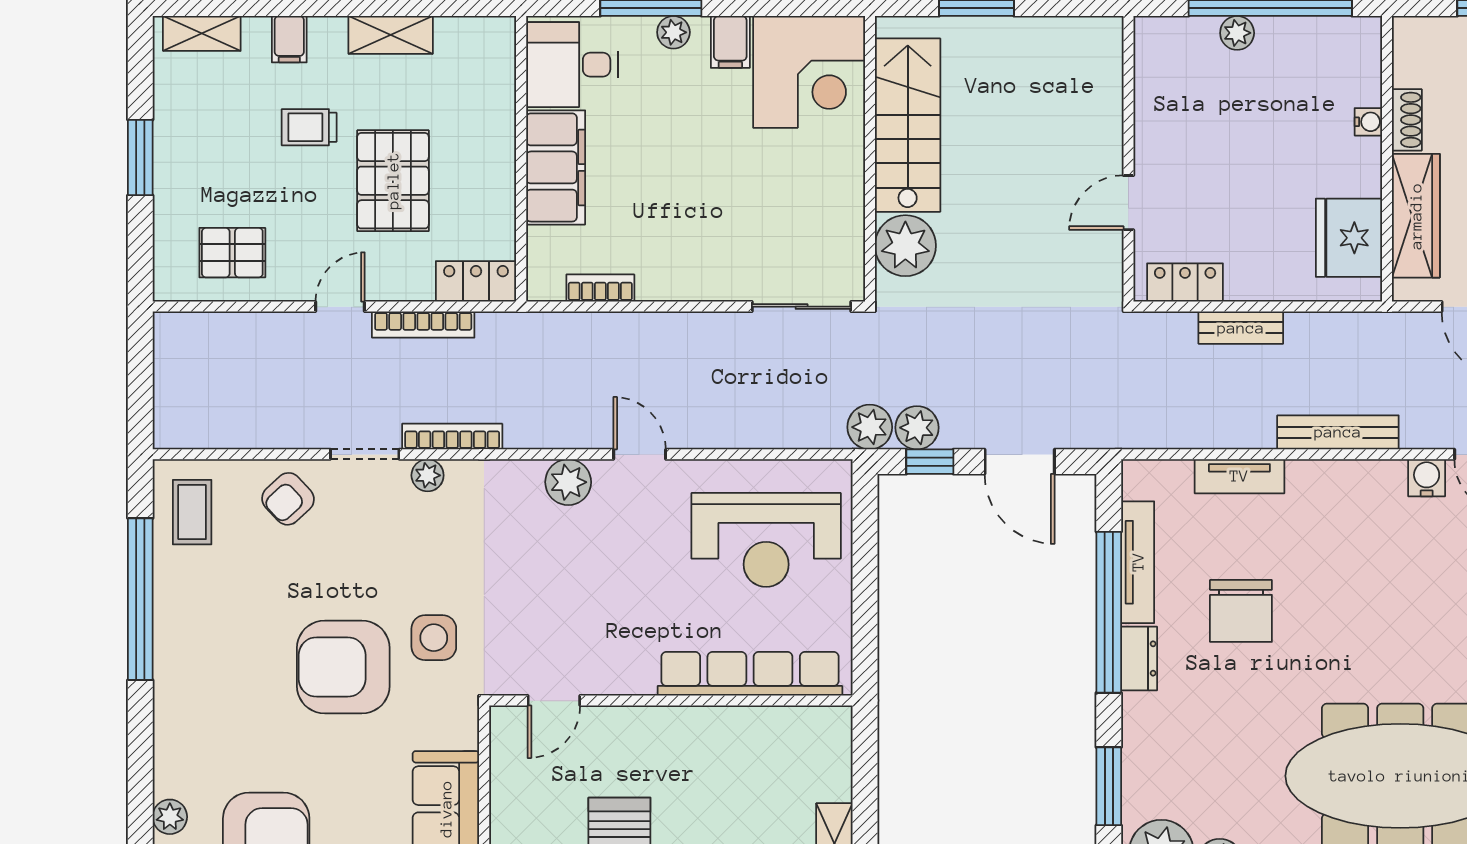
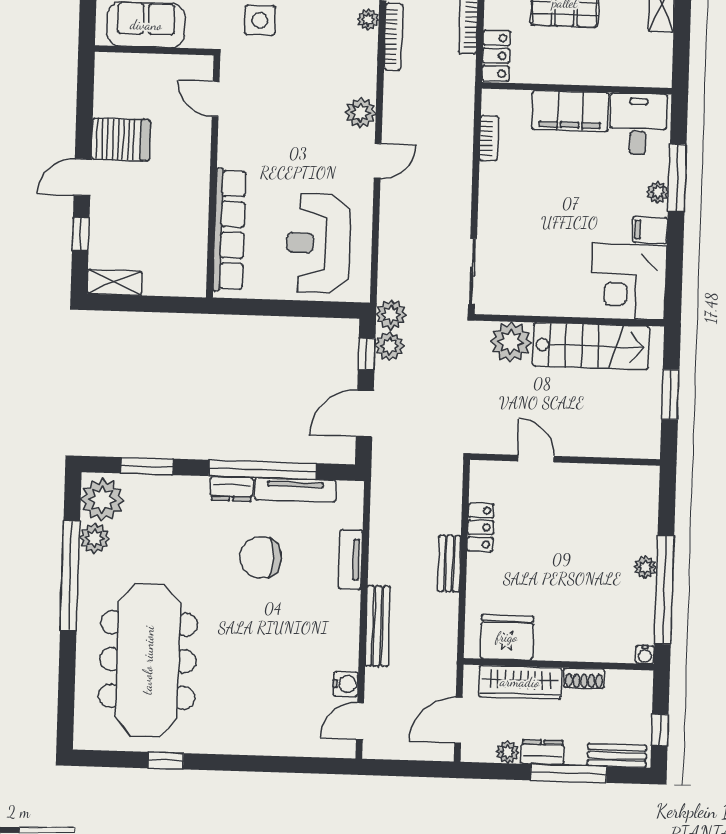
water cooler: (1368, 122) -> (645, 655), moved
wall: (1128, 159) -> (565, 460), moved
door: (1128, 203) -> (536, 459), moved

